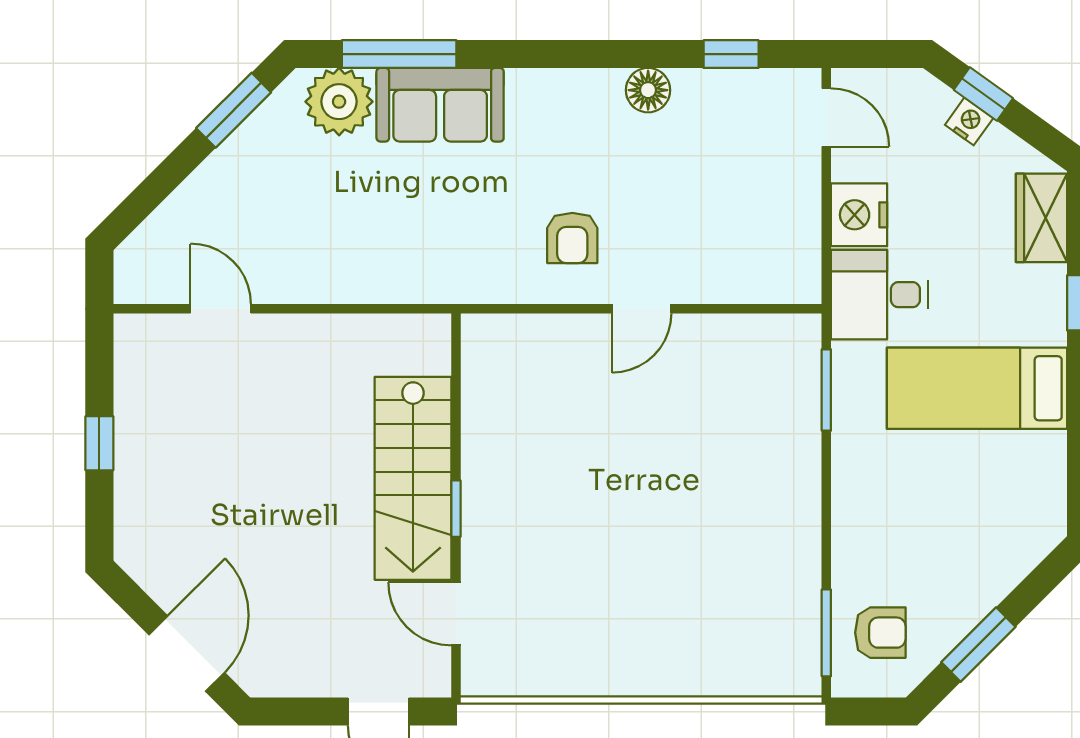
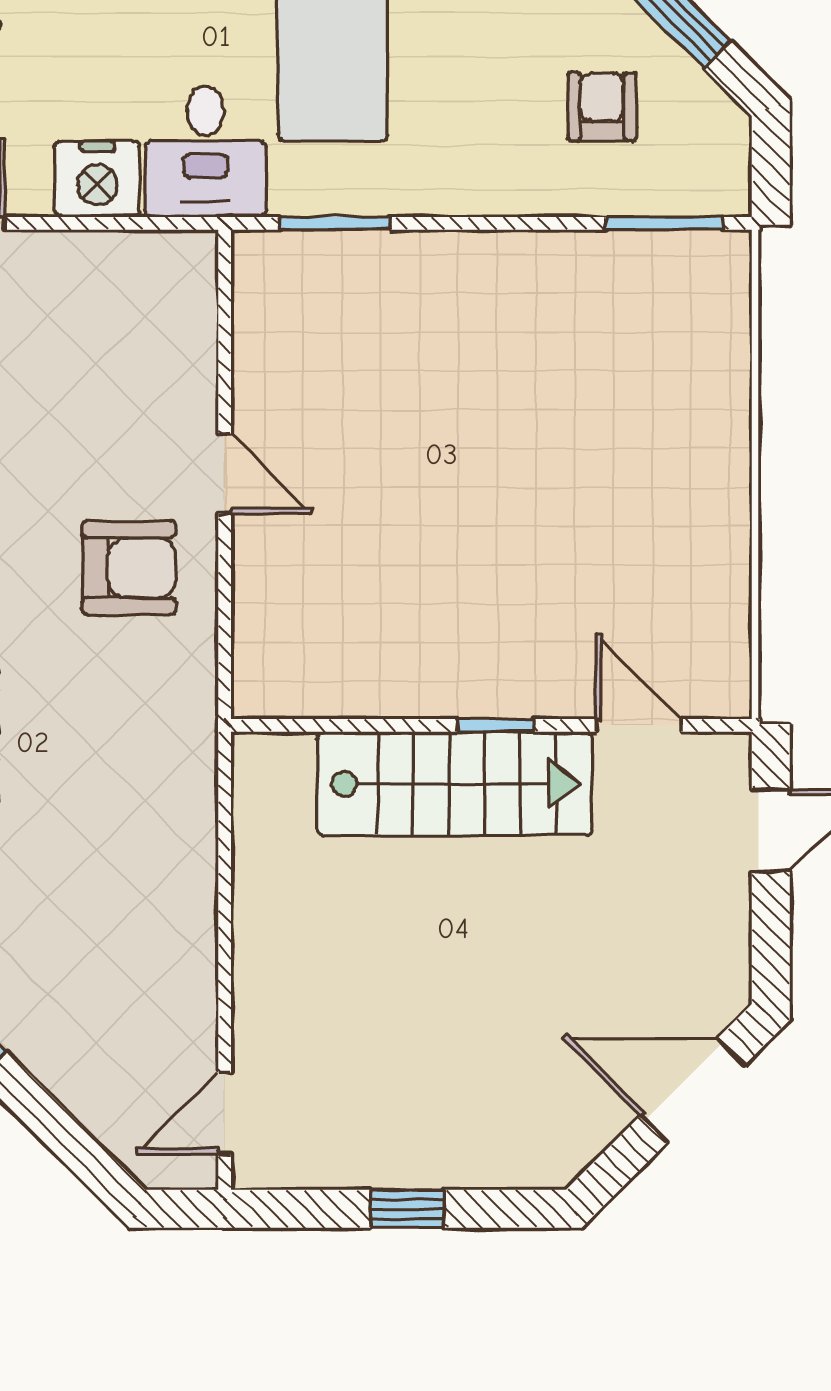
armchair: (572, 238) -> (129, 568), width x1.38, depth x1.38
door: (221, 309) -> (225, 1113), moved
door: (456, 614) -> (638, 725), swing flipped
armchair: (880, 633) -> (602, 107), moved

